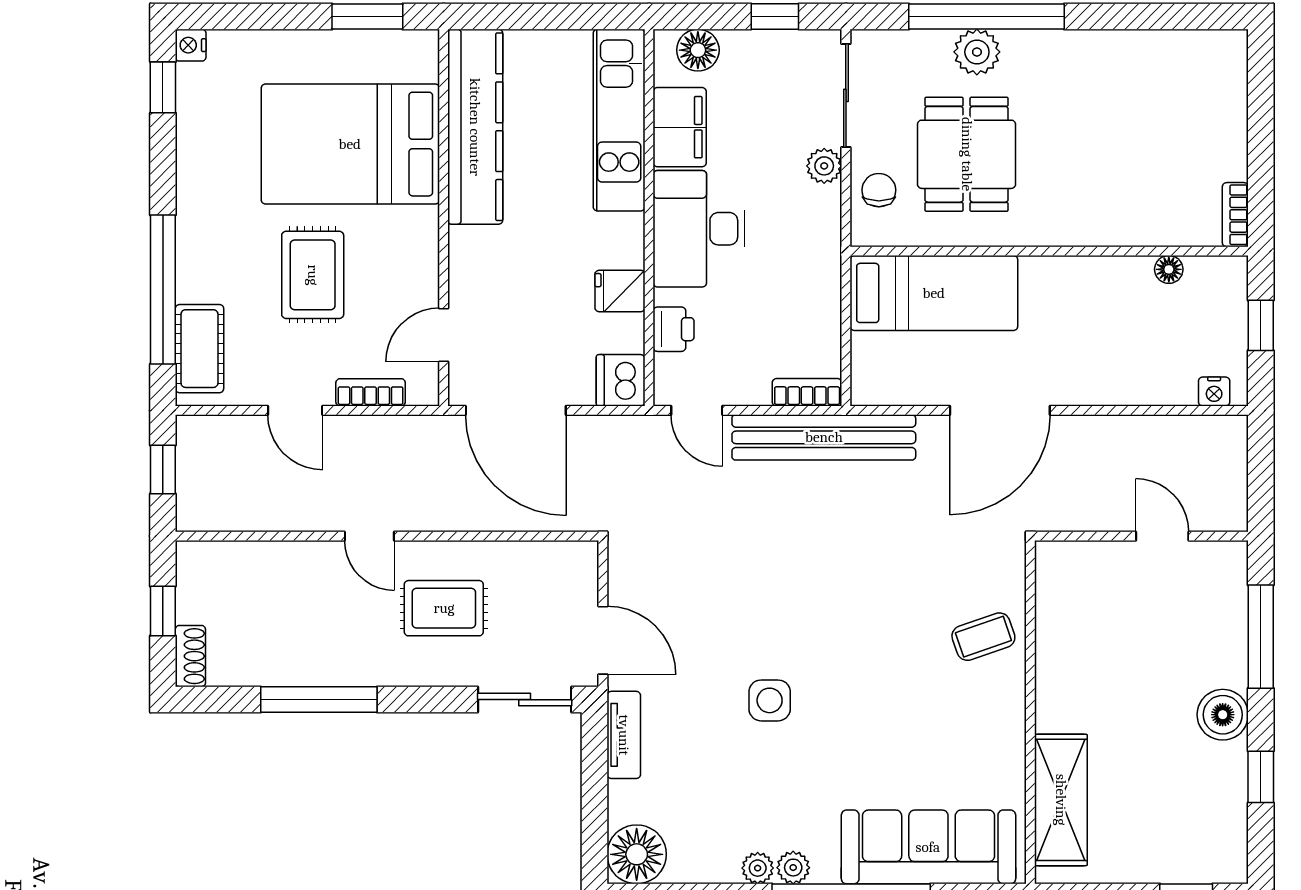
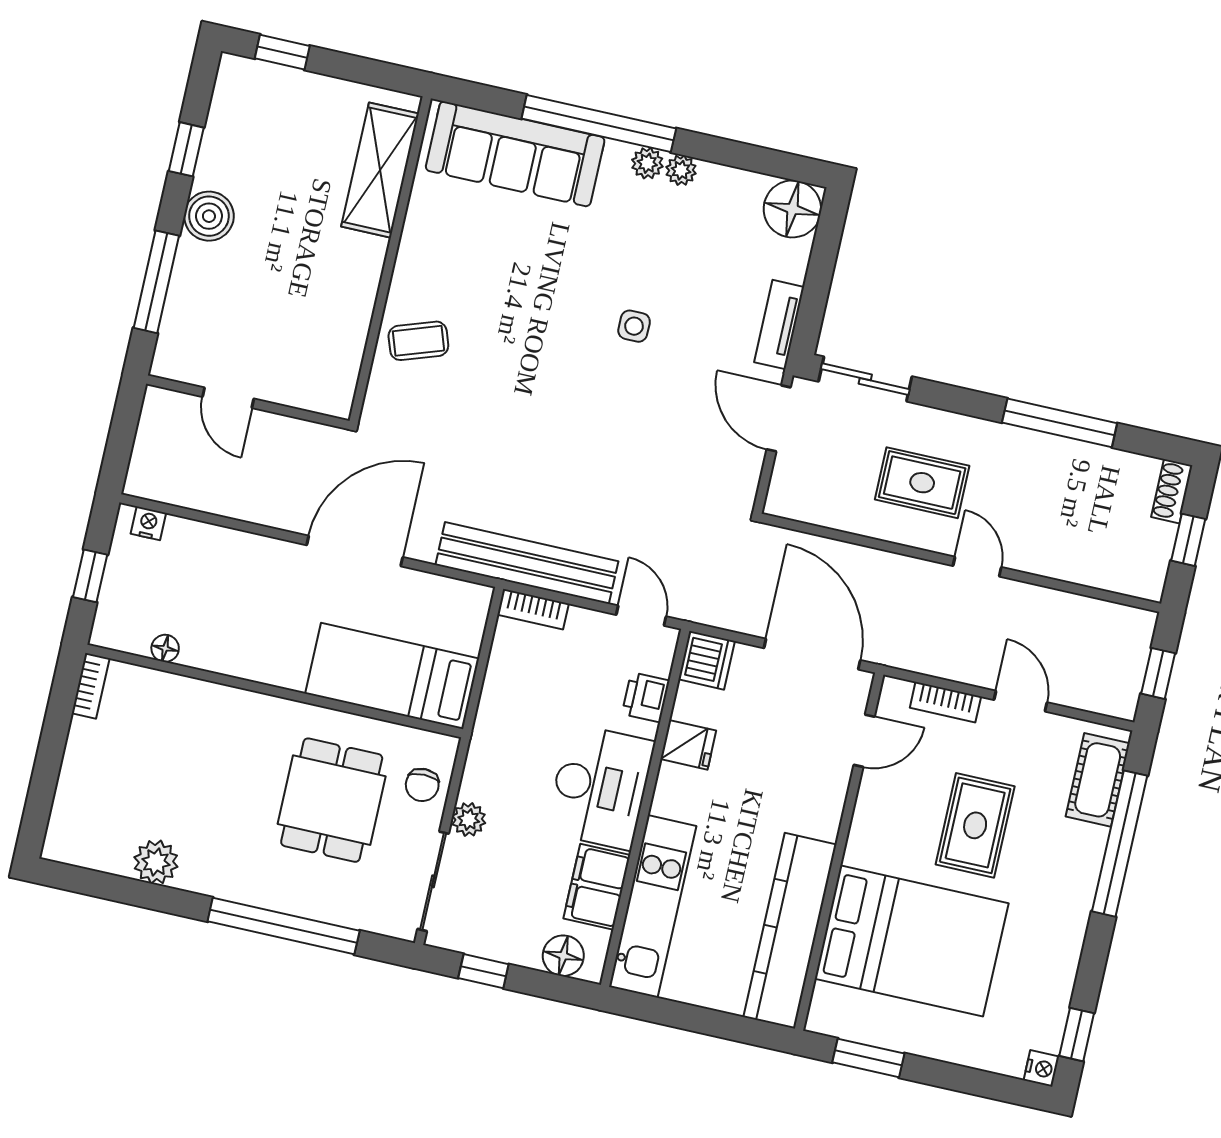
plant: (977, 52) -> (156, 862), moved
side table: (770, 700) -> (634, 326), width x0.73, depth x0.73

